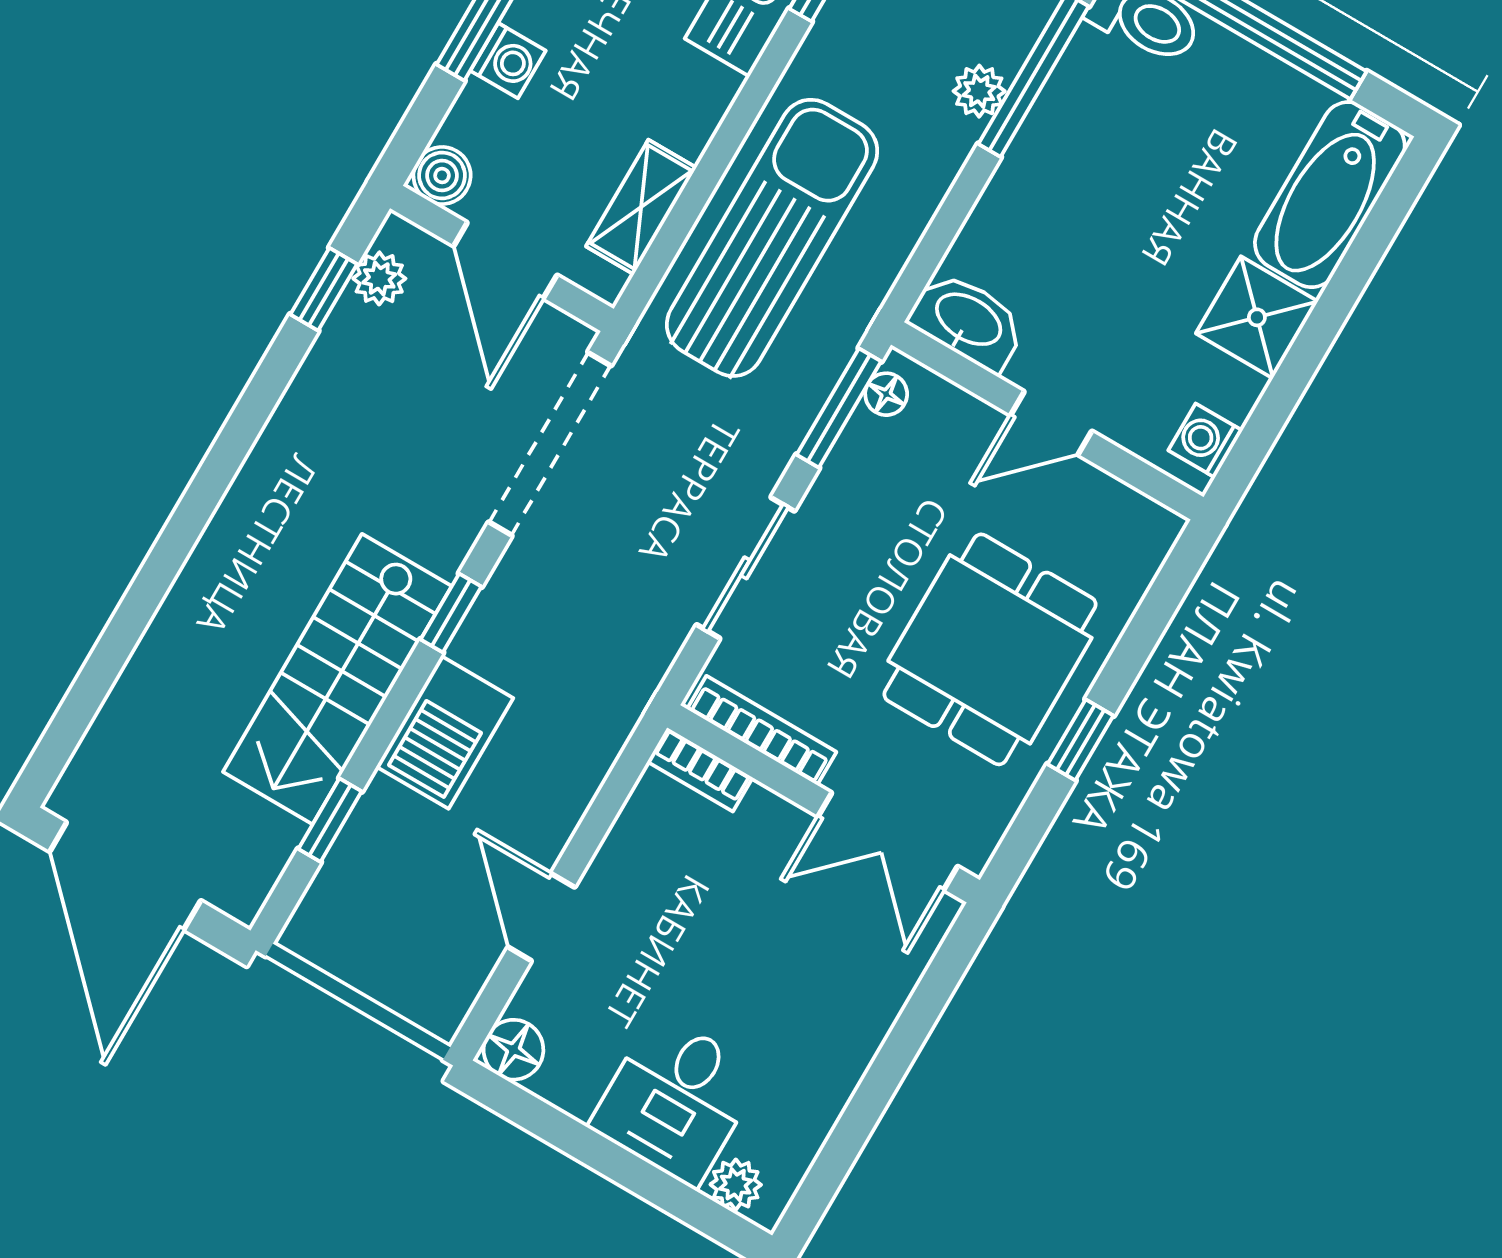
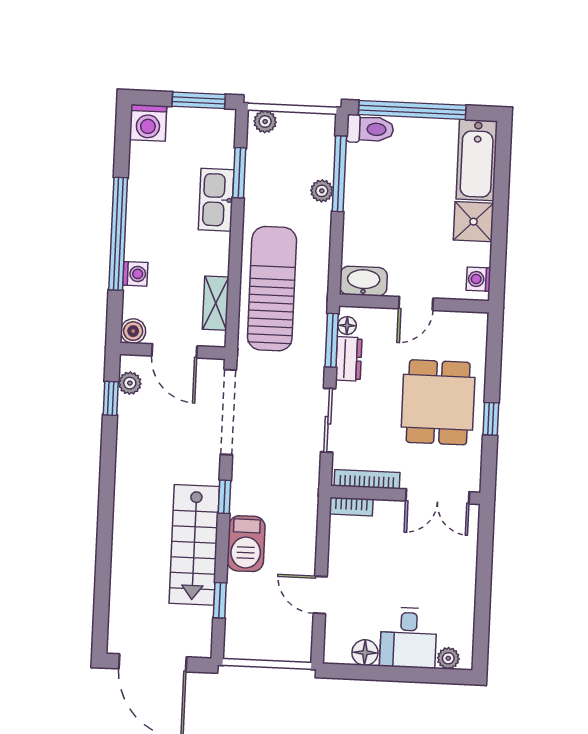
dresser: (854, 464) -> (349, 359), added
floor lamp: (513, 1050) -> (365, 653), moved

